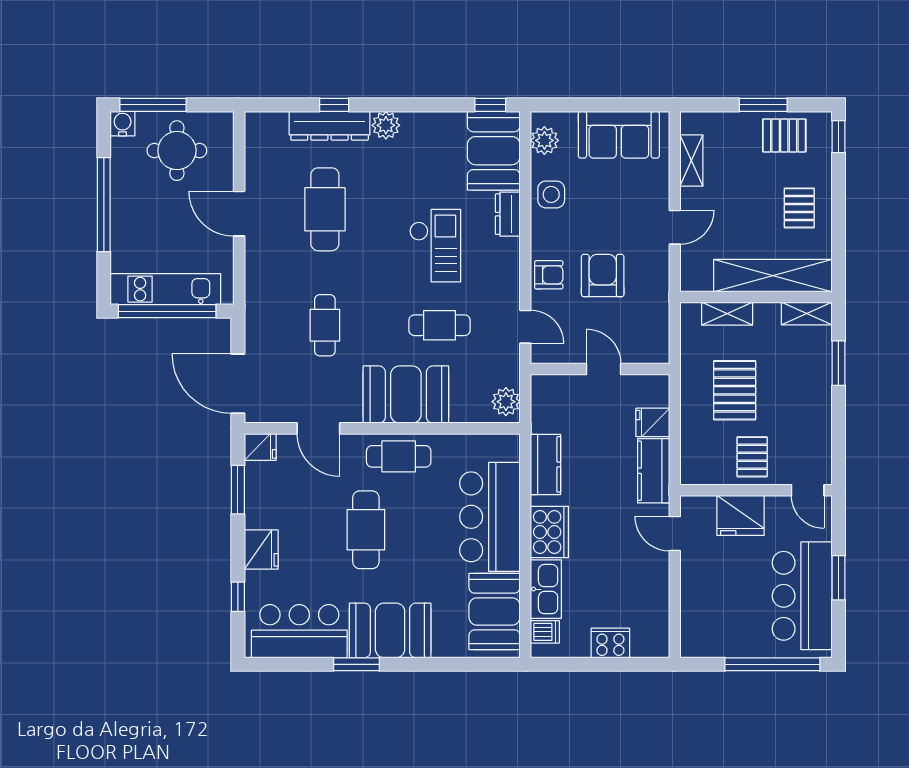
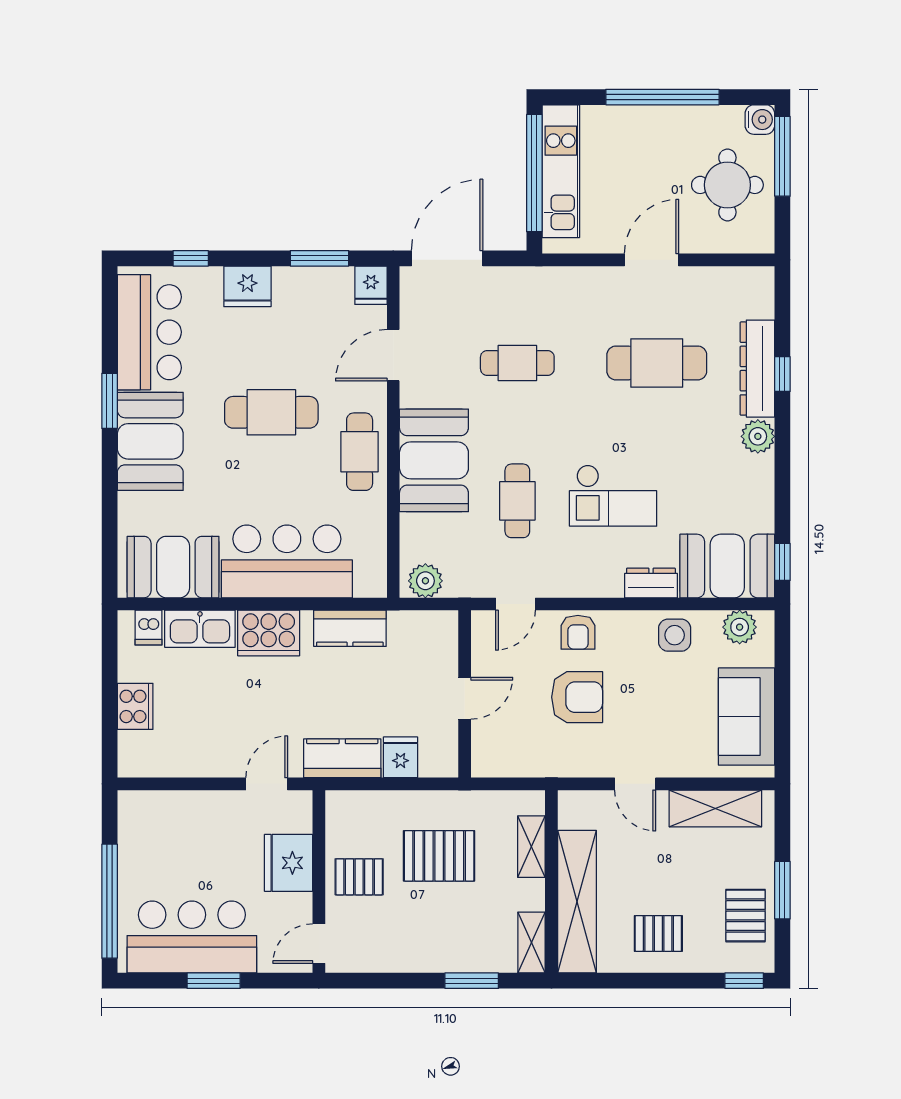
shelving: (691, 161) -> (715, 809), width x1.50, depth x1.33

